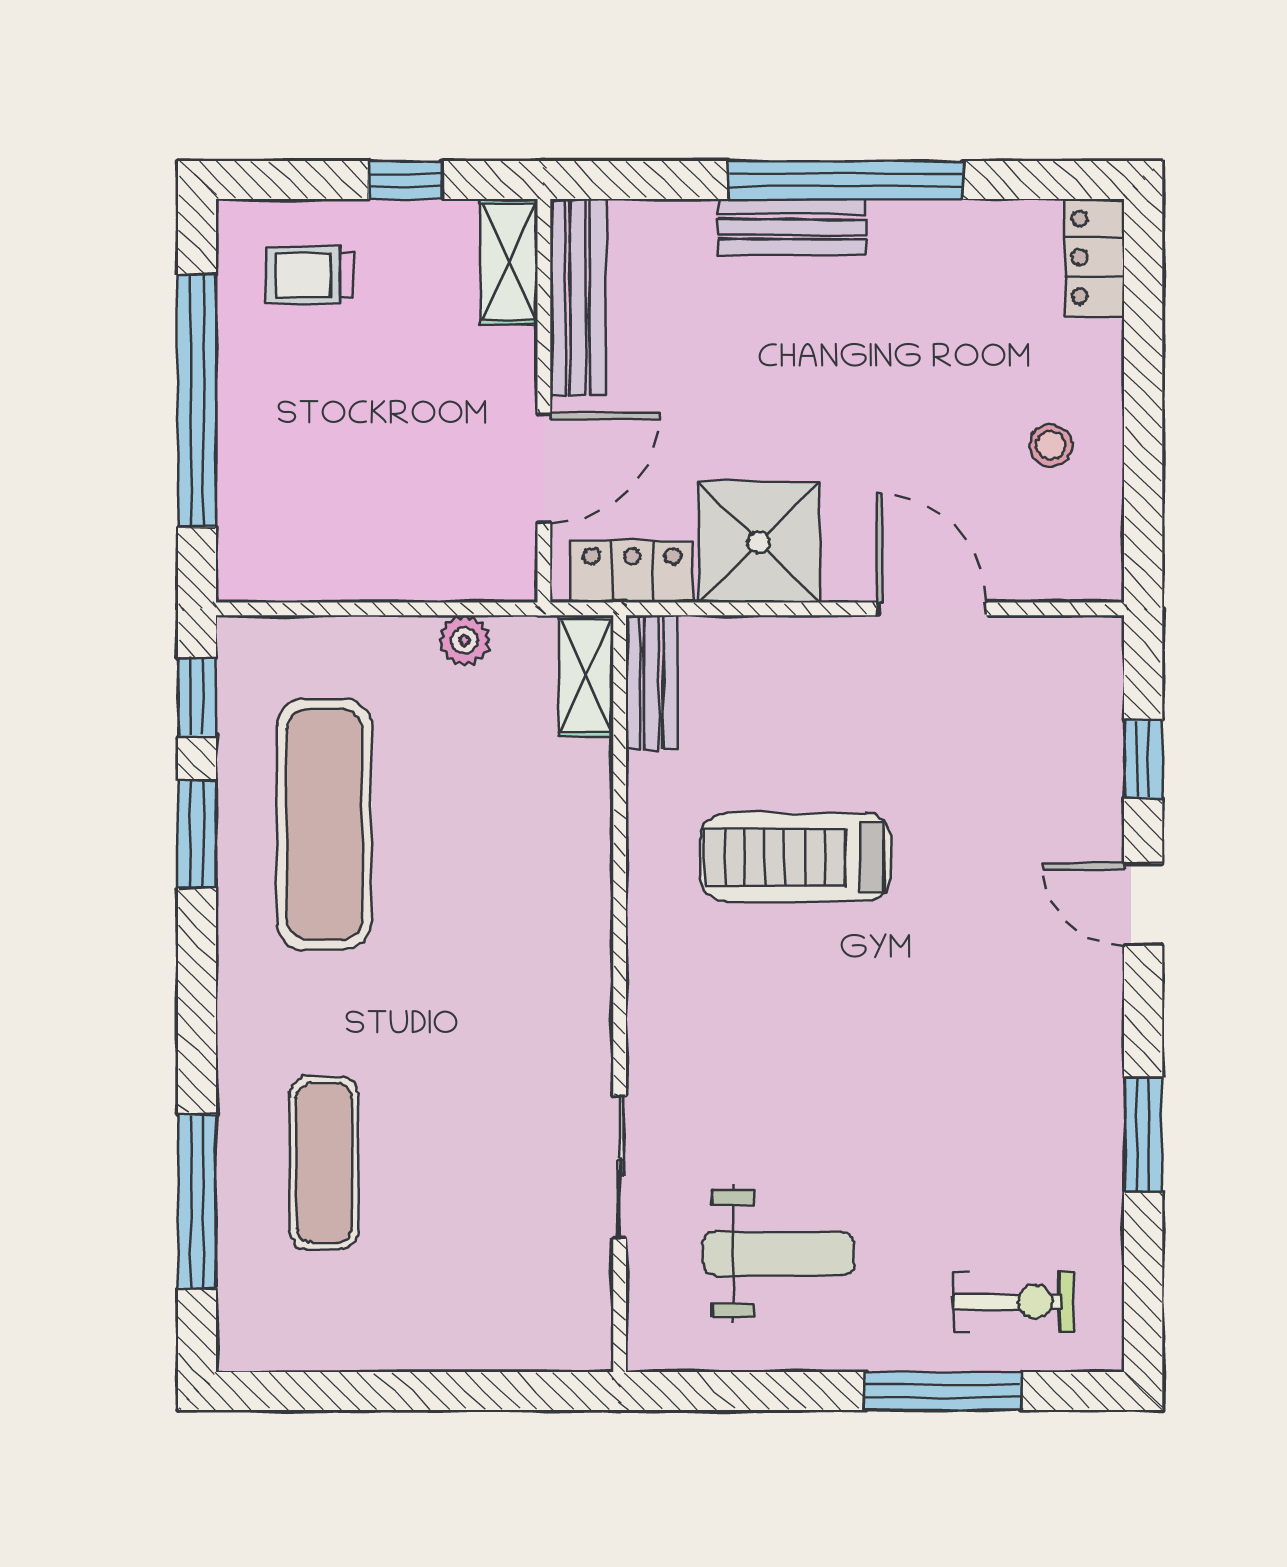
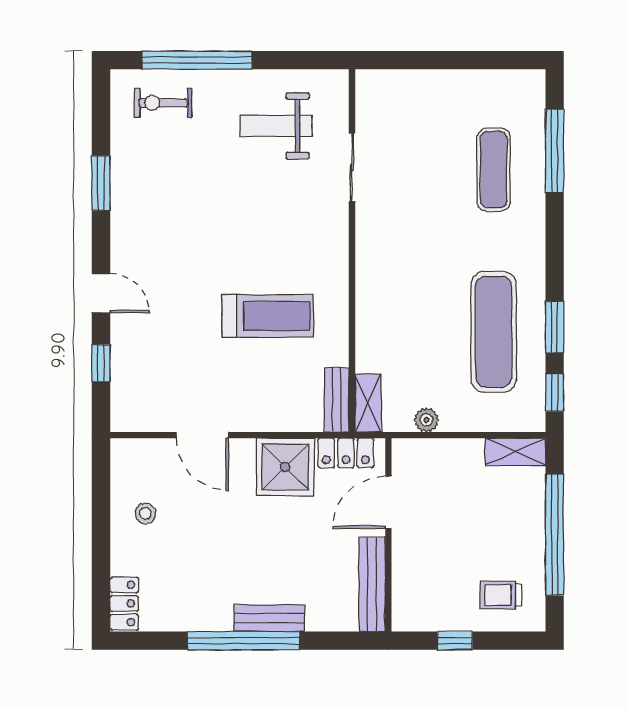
shelving: (509, 262) -> (515, 452), moved, turned 90
trolley: (309, 275) -> (501, 595), turned 180
window: (943, 1391) -> (197, 60), width x1.46

